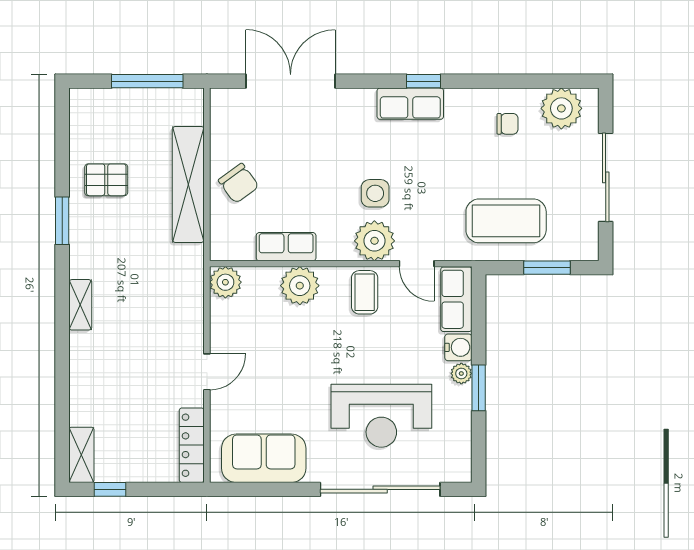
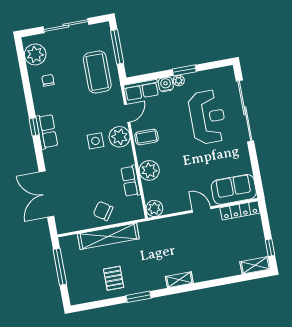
chair: (239, 183) -> (103, 211), turned -109
window: (547, 268) -> (117, 47), width x1.44
sofa: (264, 458) -> (234, 189), moved, turned 90

